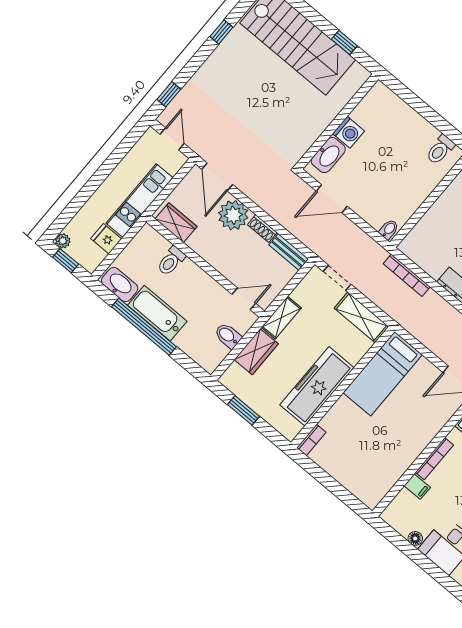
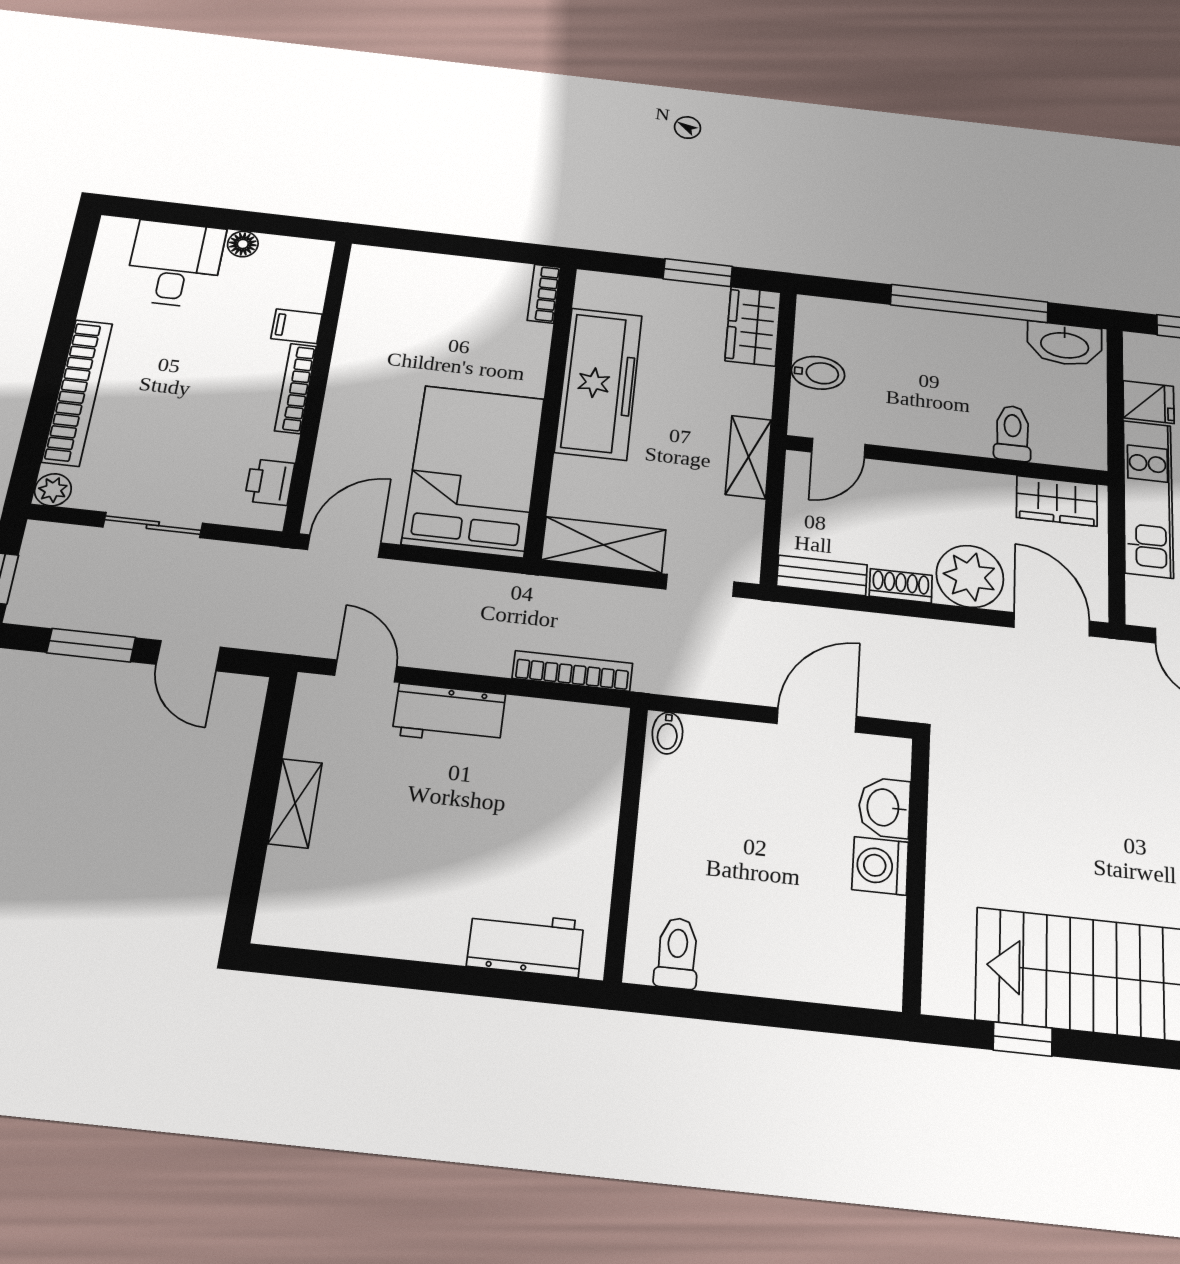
washbasin: (328, 155) -> (884, 808), width x0.72
bathtub: (157, 313) -> (966, 337), removed
wardrobe: (256, 352) -> (753, 326), moved
bed: (383, 374) -> (474, 471), width x1.50

